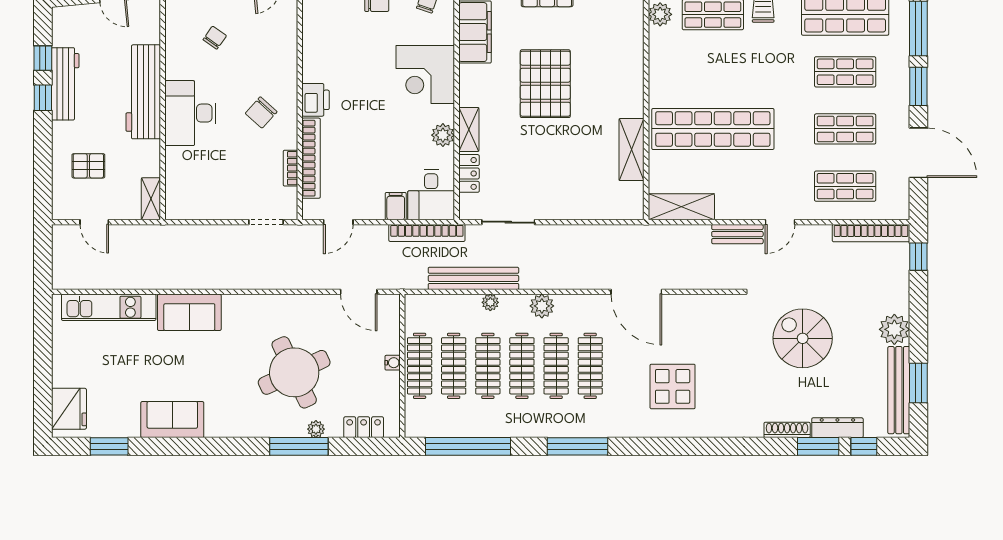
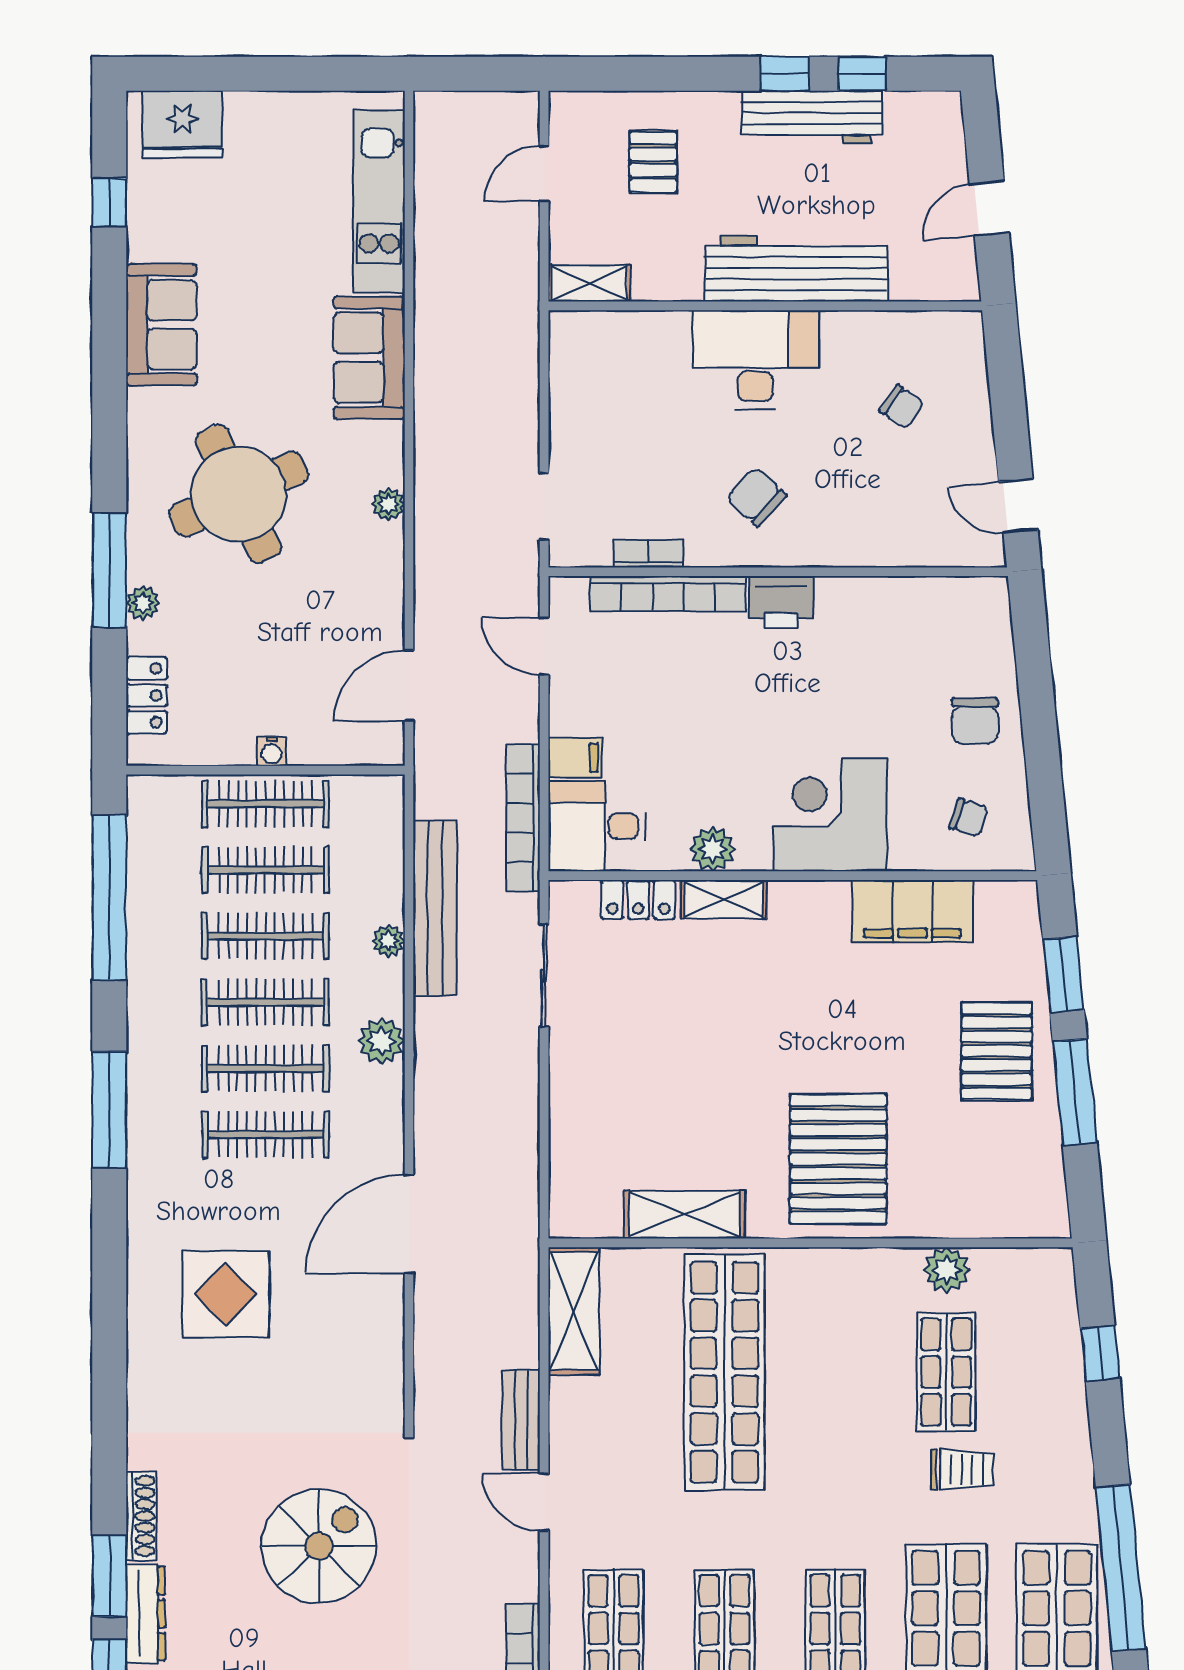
pallet: (545, 84) -> (838, 1159), moved, turned 90
plant: (265, 302) -> (388, 504), added
round table: (294, 372) -> (239, 494), moved
window: (109, 446) -> (109, 202), width x0.67

